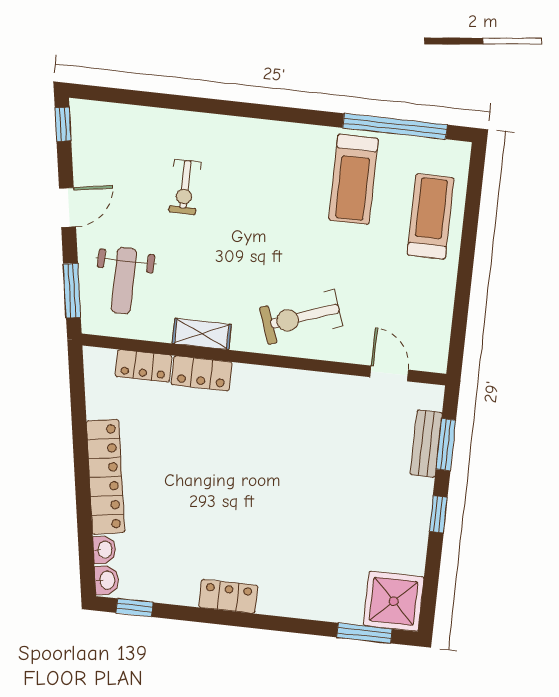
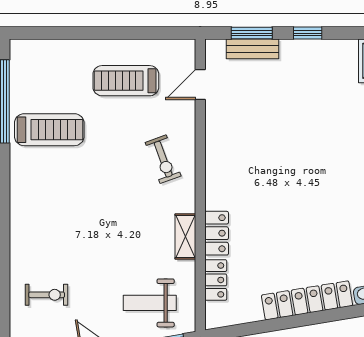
exercise bike: (185, 187) -> (47, 295), moved
treadmill: (431, 216) -> (126, 81), moved
weight bench: (124, 281) -> (150, 303), turned 180
exercise bike: (301, 317) -> (163, 159), width x0.73, depth x0.72

